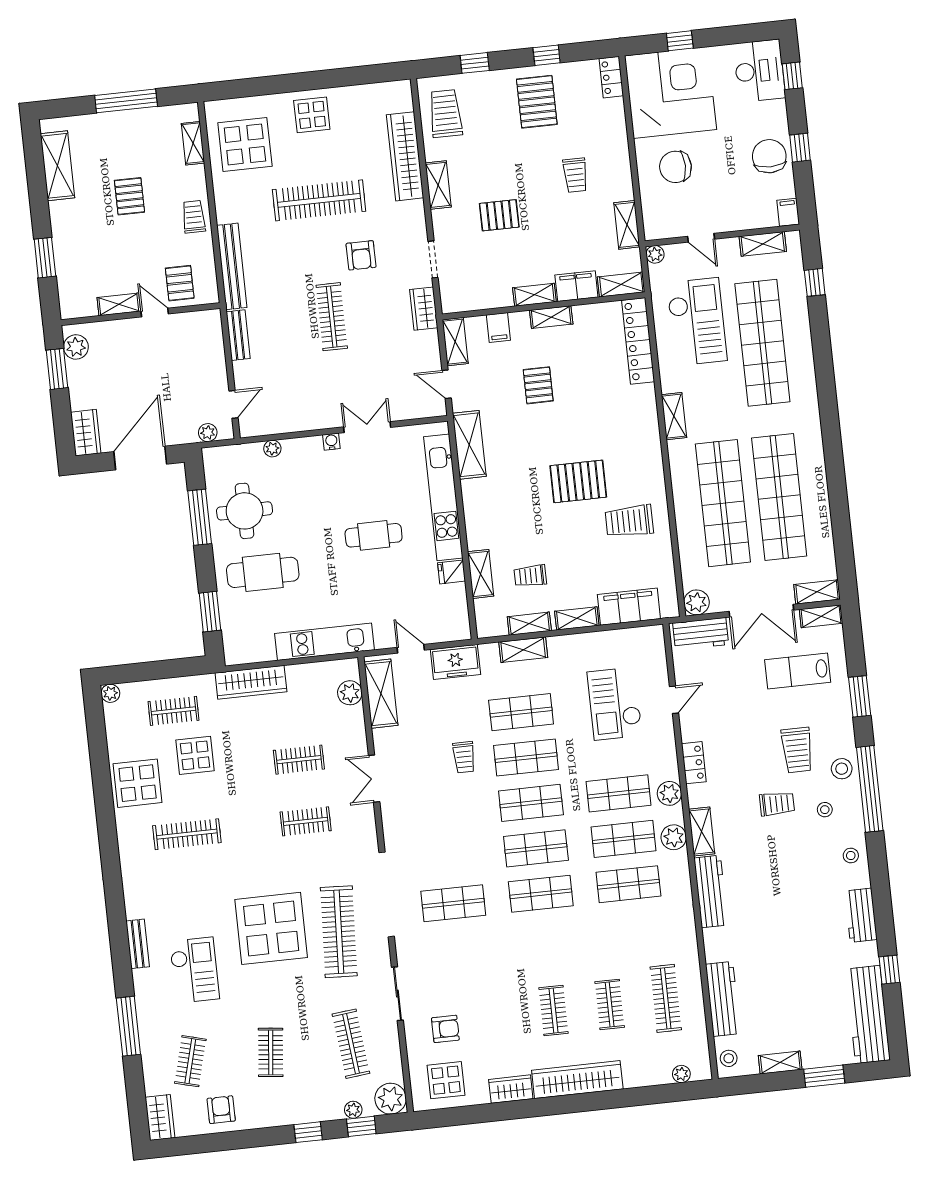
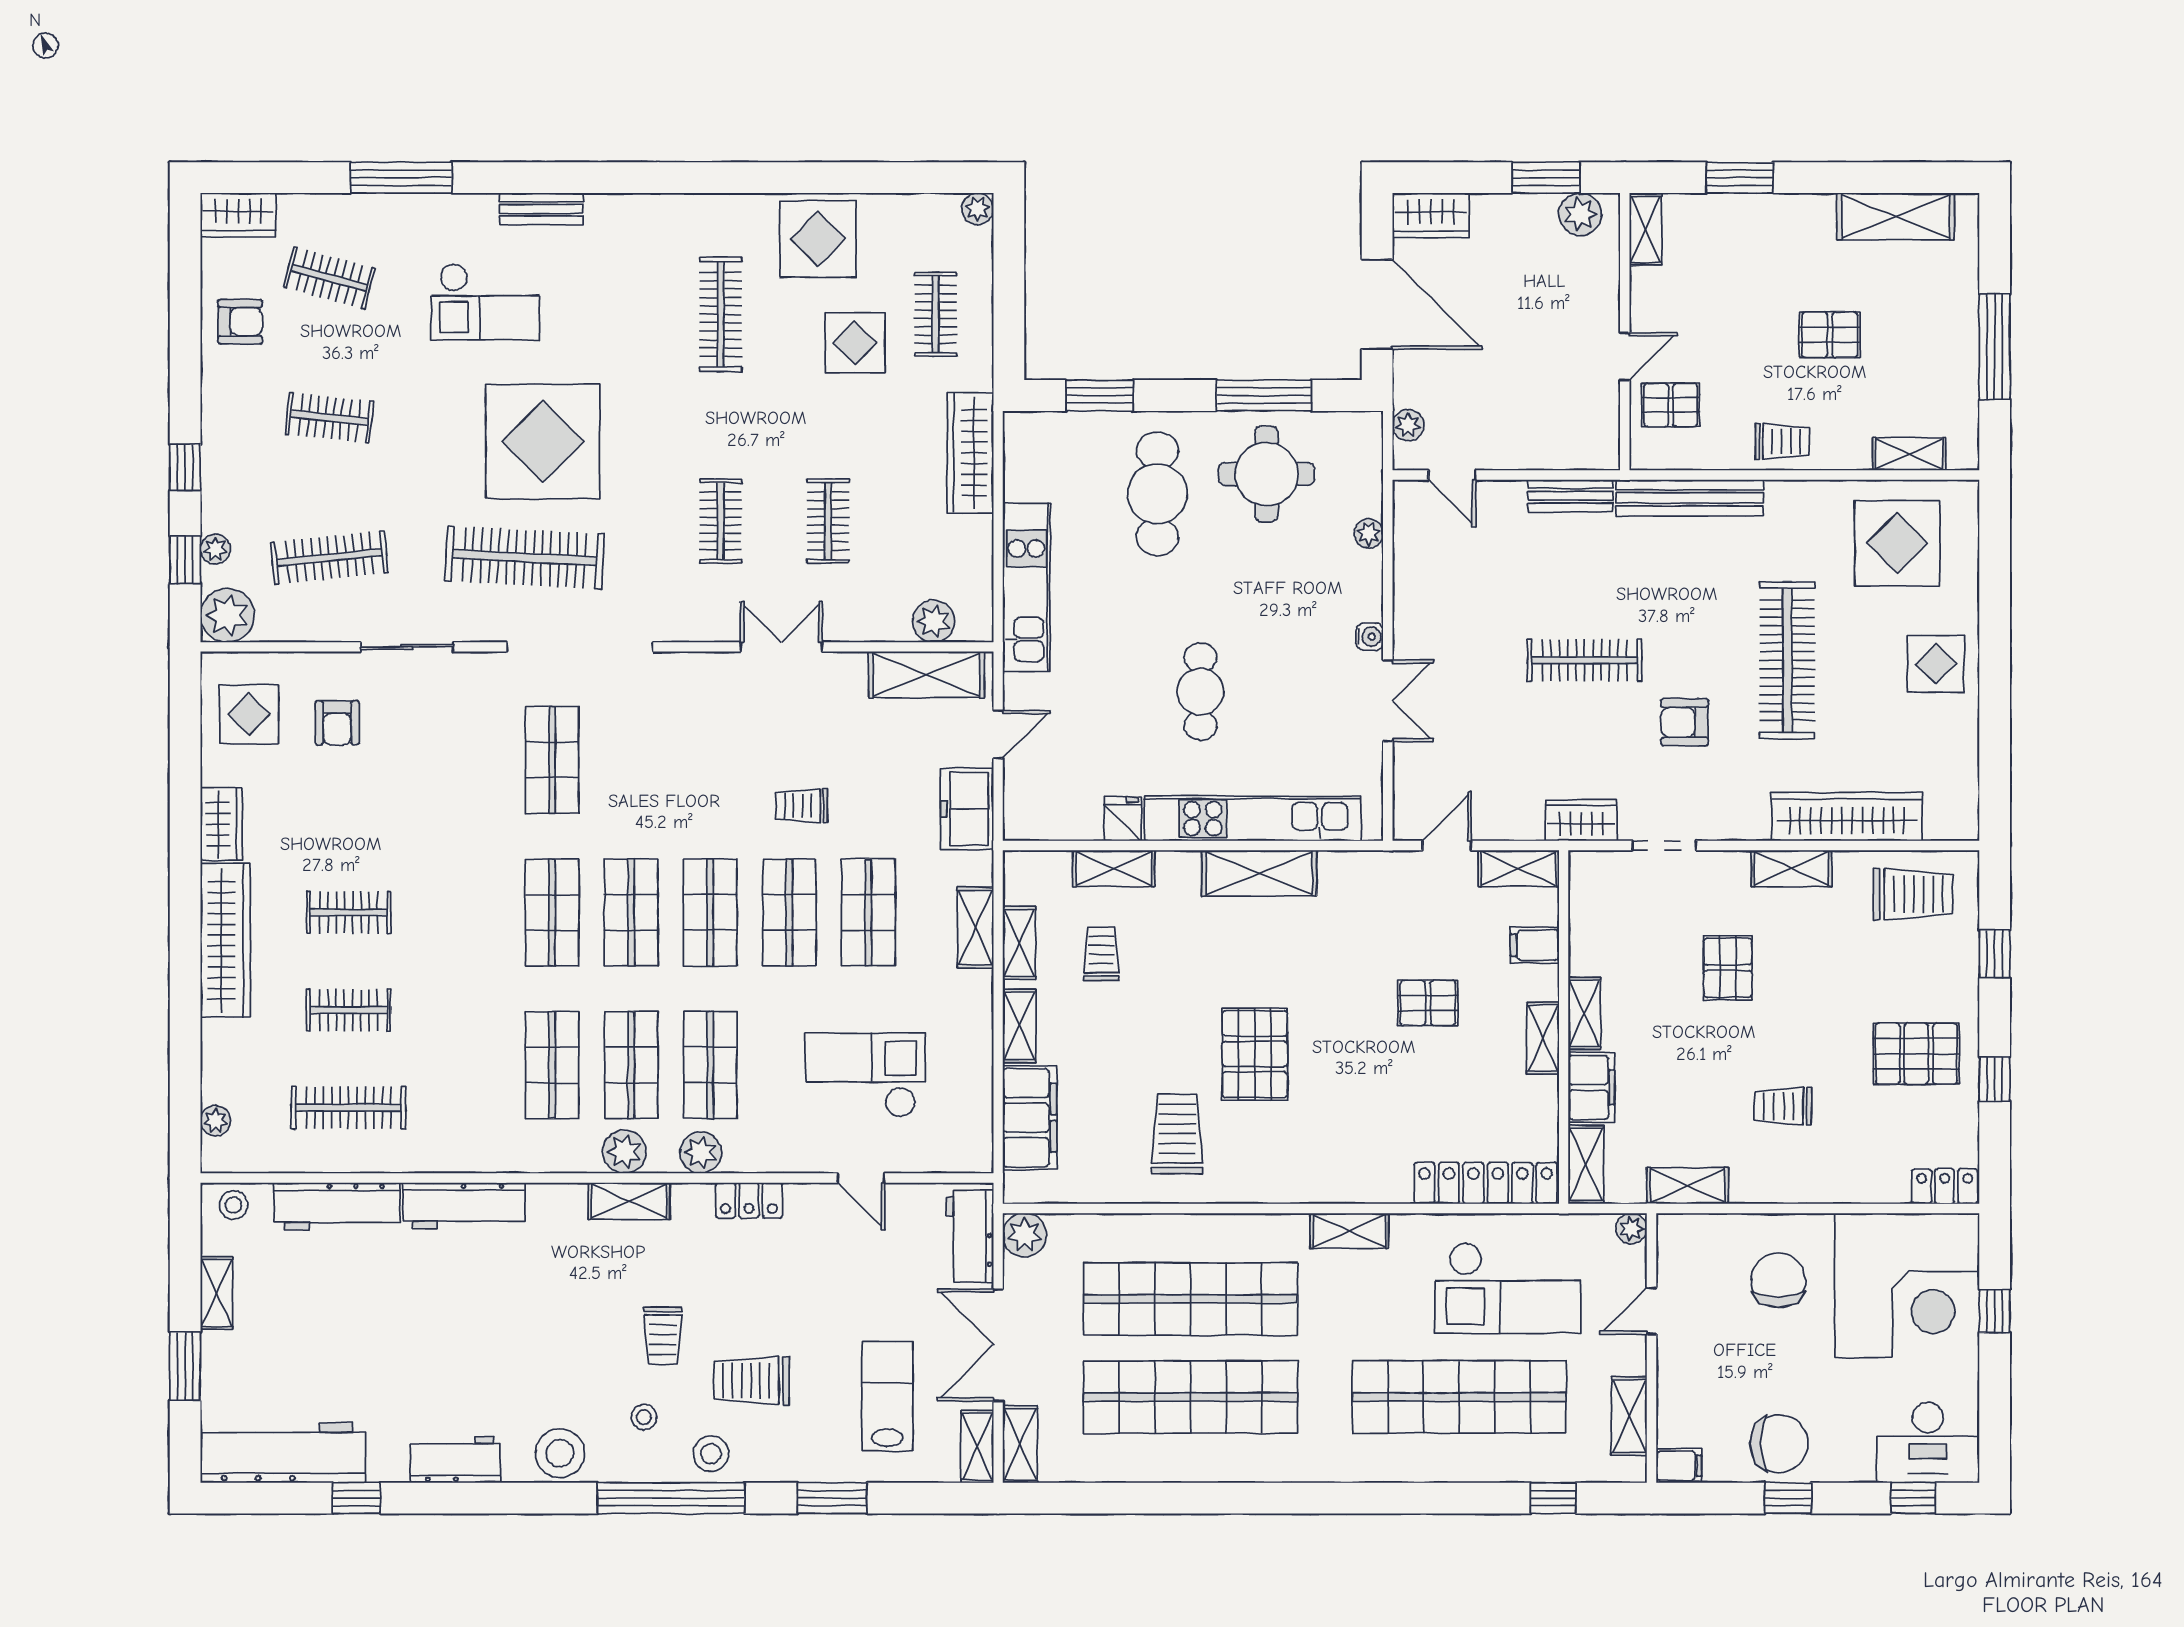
shelving: (119, 304) -> (1646, 229), moved
shelving: (469, 445) -> (1259, 873), moved
stool: (851, 856) -> (560, 1453), width x1.89, depth x1.89
workbench: (711, 891) -> (464, 1206), moved

